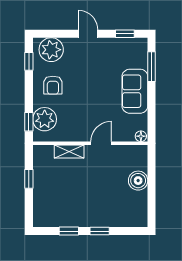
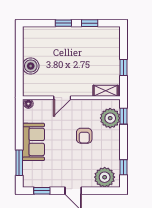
armchair: (53, 85) -> (84, 136), moved, turned 180
shelving: (69, 151) -> (106, 91), moved

